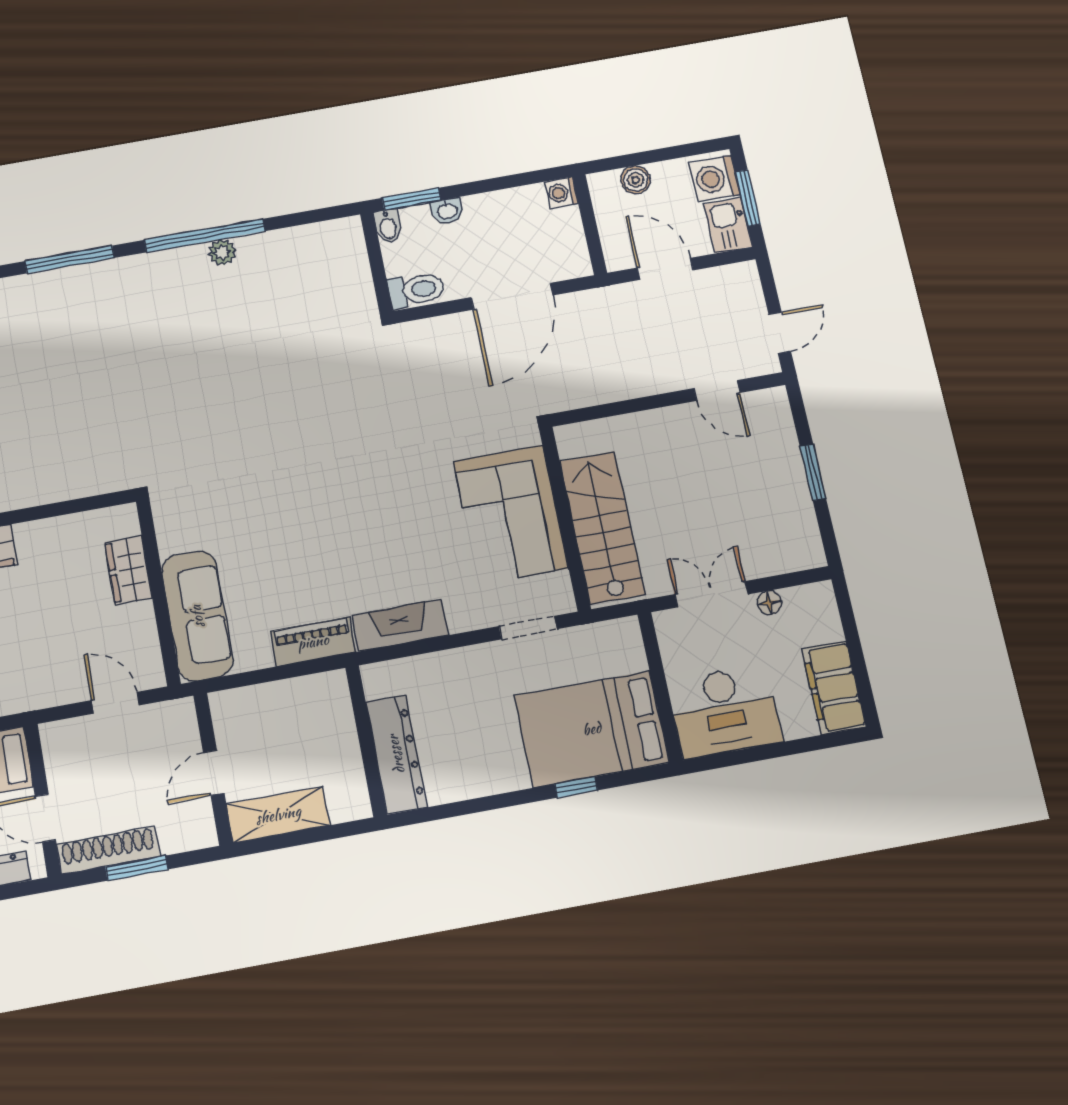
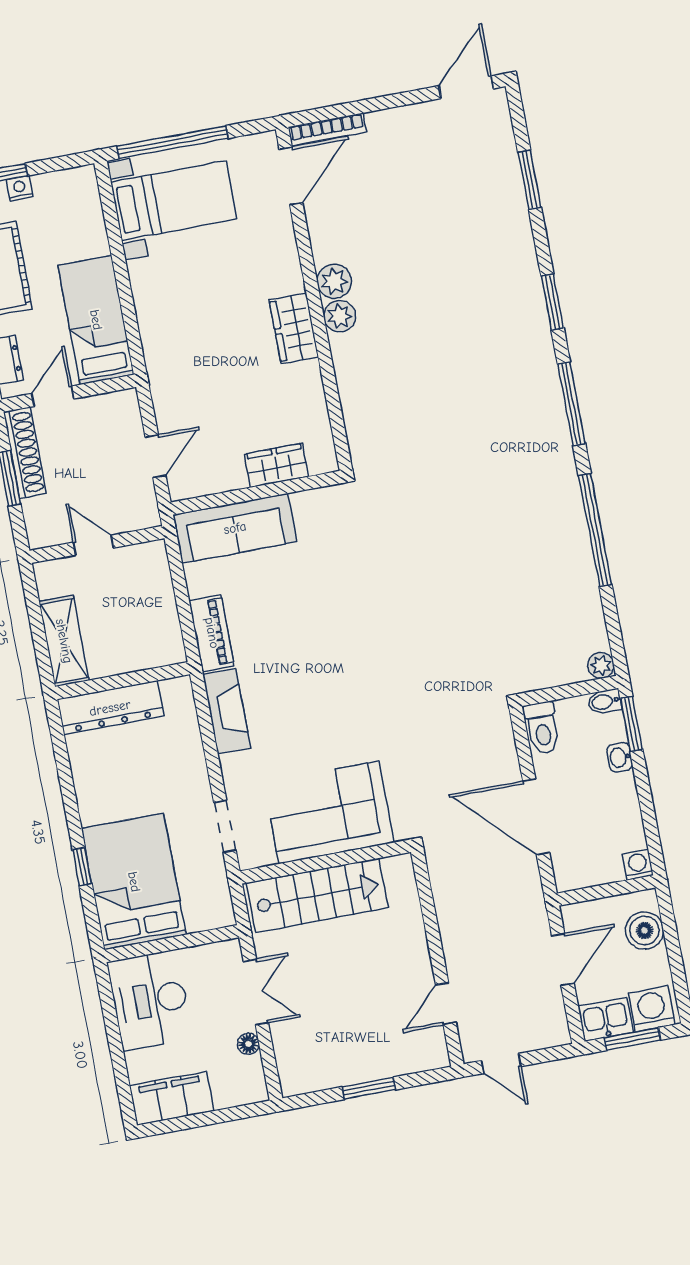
boiler: (636, 180) -> (644, 930), width x1.36, depth x1.36
plant: (222, 252) -> (601, 665), moved
shelving: (278, 815) -> (64, 641), moved

